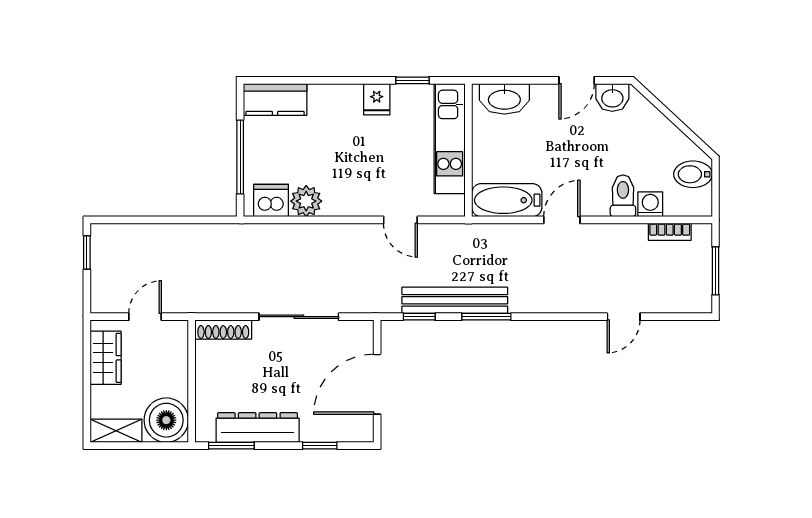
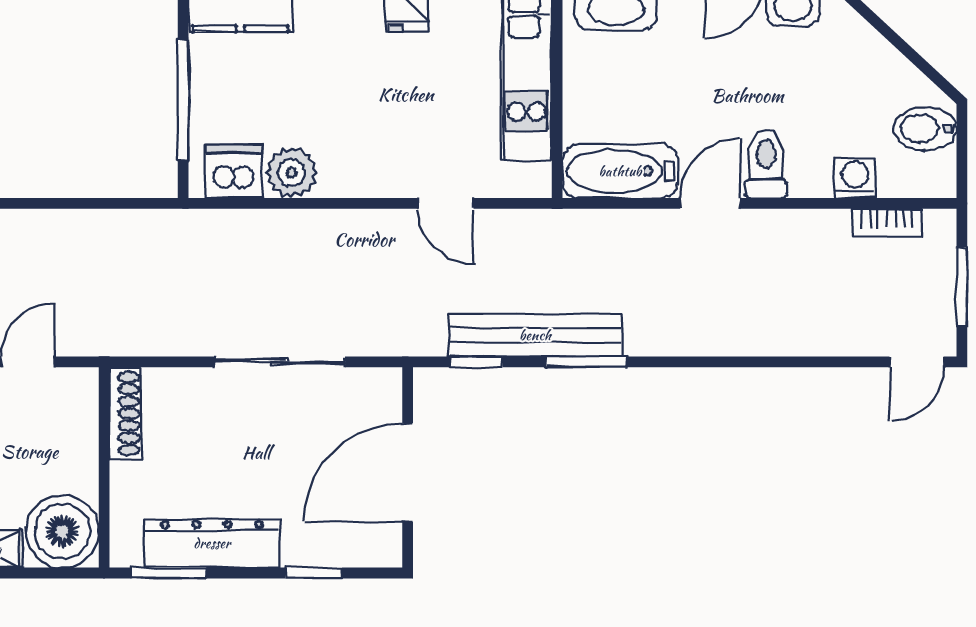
toilet: (623, 196) -> (766, 164), moved
door: (624, 317) -> (917, 362), moved
shoe rack: (223, 330) -> (125, 414), moved, turned -90

